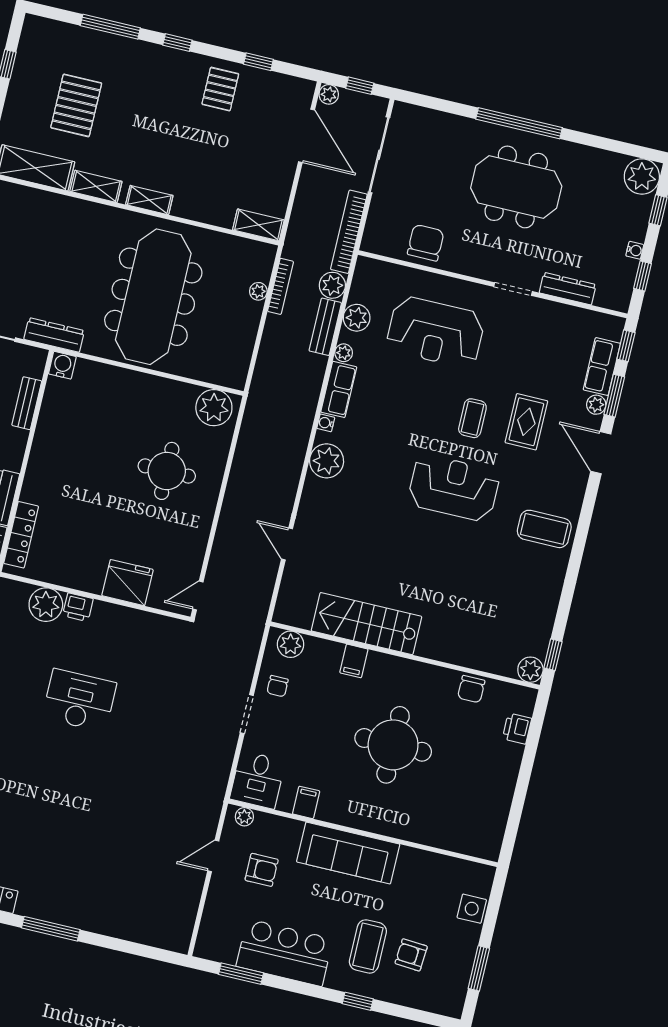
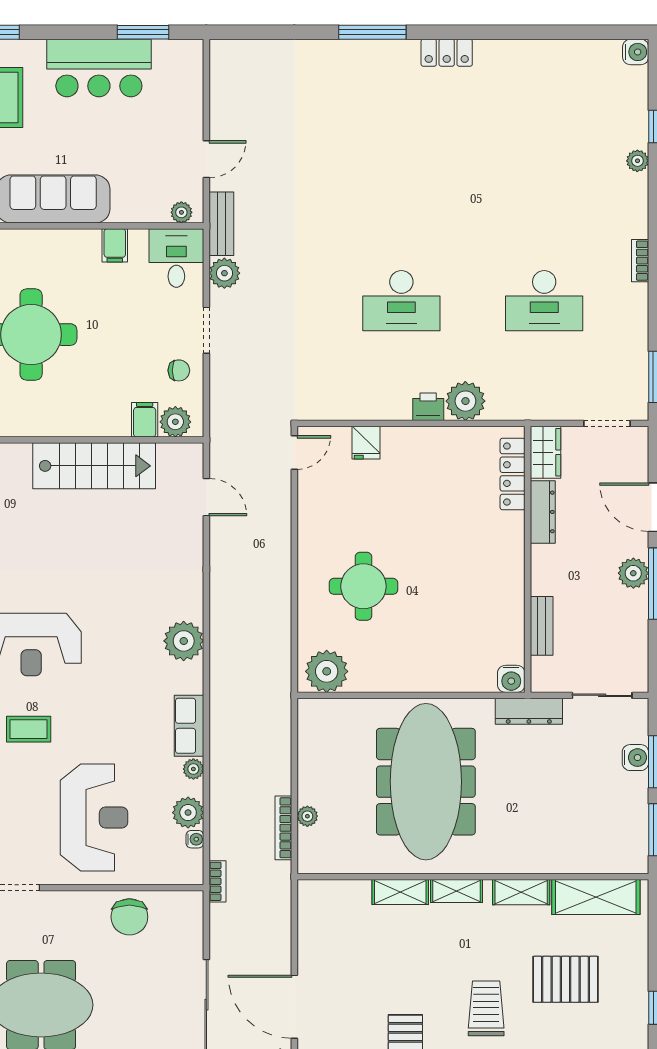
trolley: (148, 97) -> (486, 1008), added
pallet: (76, 105) -> (566, 979), turned 90
shelving: (258, 225) -> (400, 892), moved
bookcase: (349, 232) -> (217, 881), width x0.43, depth x0.76
plant: (332, 285) -> (224, 273), moved
bench: (325, 327) -> (221, 224), moved
reception desk: (435, 332) -> (94, 818), turned 90
coffee table: (472, 418) -> (29, 729), turned 90
water cooler: (326, 423) -> (195, 839), moved
door: (287, 544) -> (206, 497), moved
fridge: (127, 583) -> (366, 443), width x0.53, depth x0.75
filing cabinet: (354, 661) -> (145, 420), moved
chair: (278, 686) -> (179, 370), turned 90
armchair: (262, 870) -> (147, 156), removed

